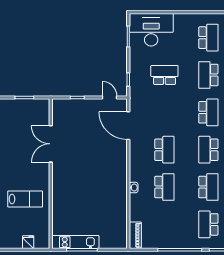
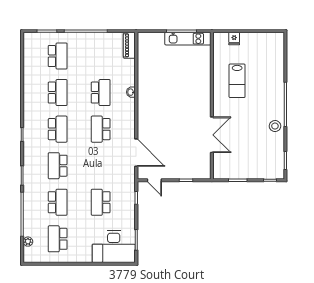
school desk: (164, 75) -> (101, 202), turned 90
school desk: (164, 187) -> (101, 93), turned 180
school desk: (208, 187) -> (58, 93), turned 180
lab bench: (25, 199) -> (237, 81), turned -90

